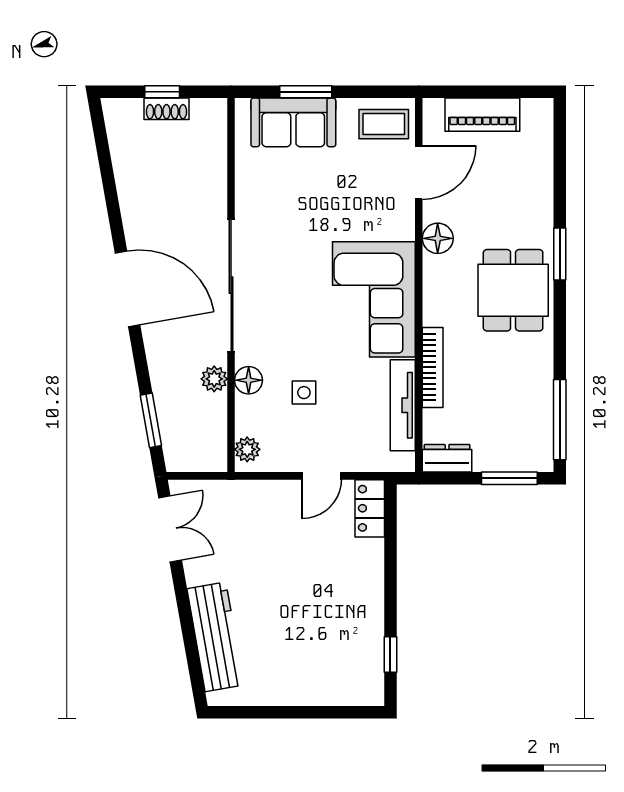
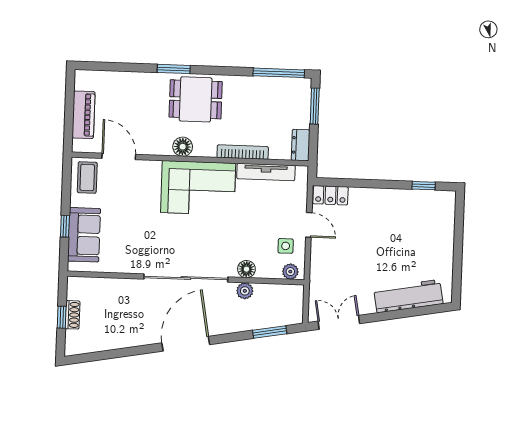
window: (306, 92) -> (65, 226), width x0.67
floor lamp: (438, 238) -> (183, 147), moved
side table: (304, 393) -> (286, 246), moved

